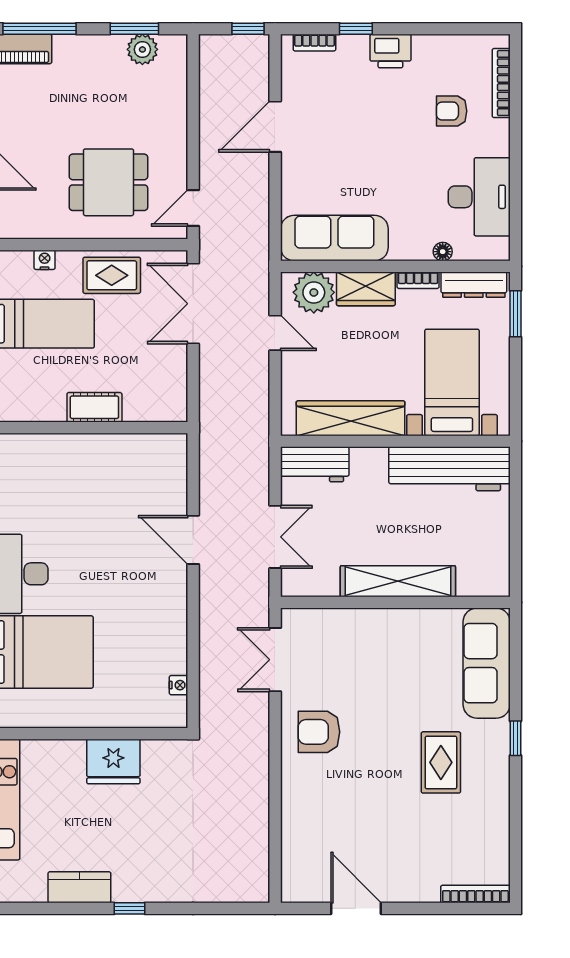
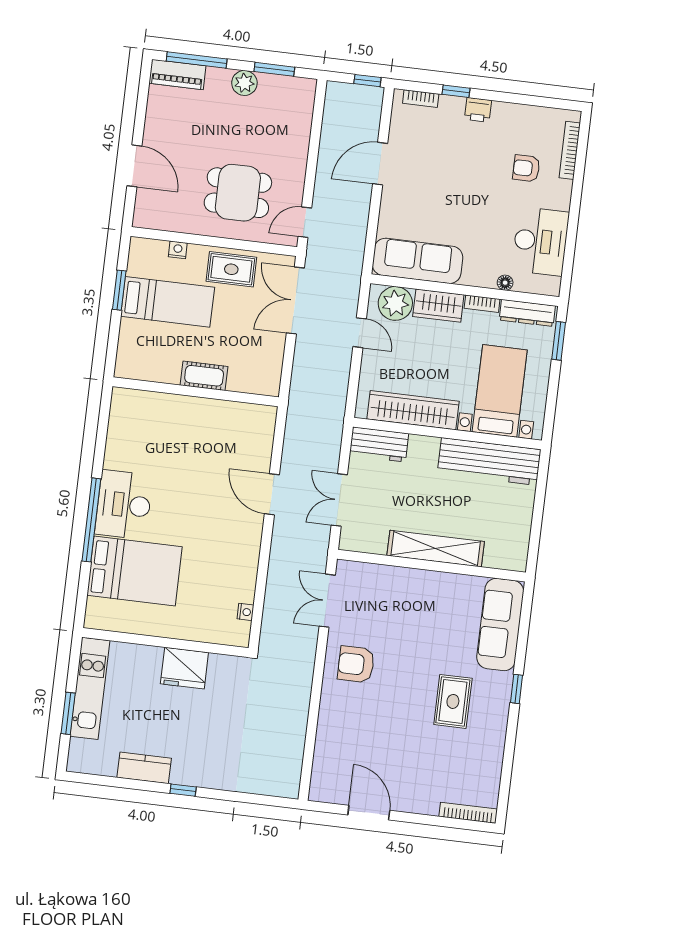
plant: (142, 49) -> (244, 83), moved
printer: (390, 51) -> (478, 110), width x0.73, depth x0.81
double door: (275, 537) -> (339, 500), swing flipped

